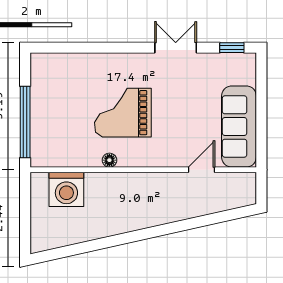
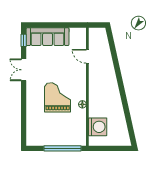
grand piano: (123, 113) -> (58, 97), turned 180
sofa: (239, 127) -> (48, 37), moved

